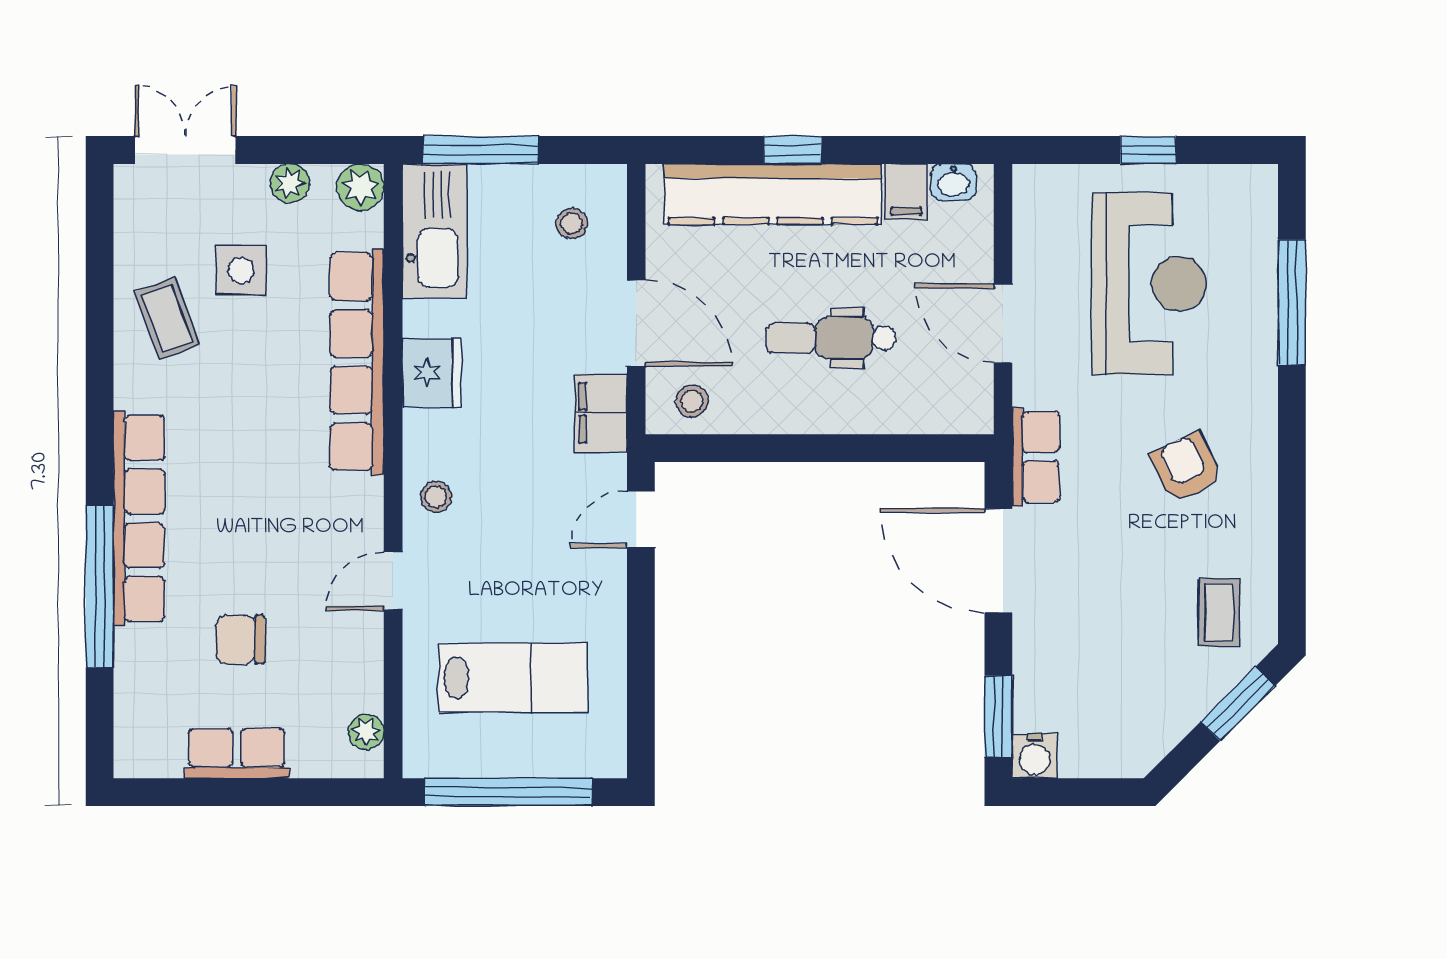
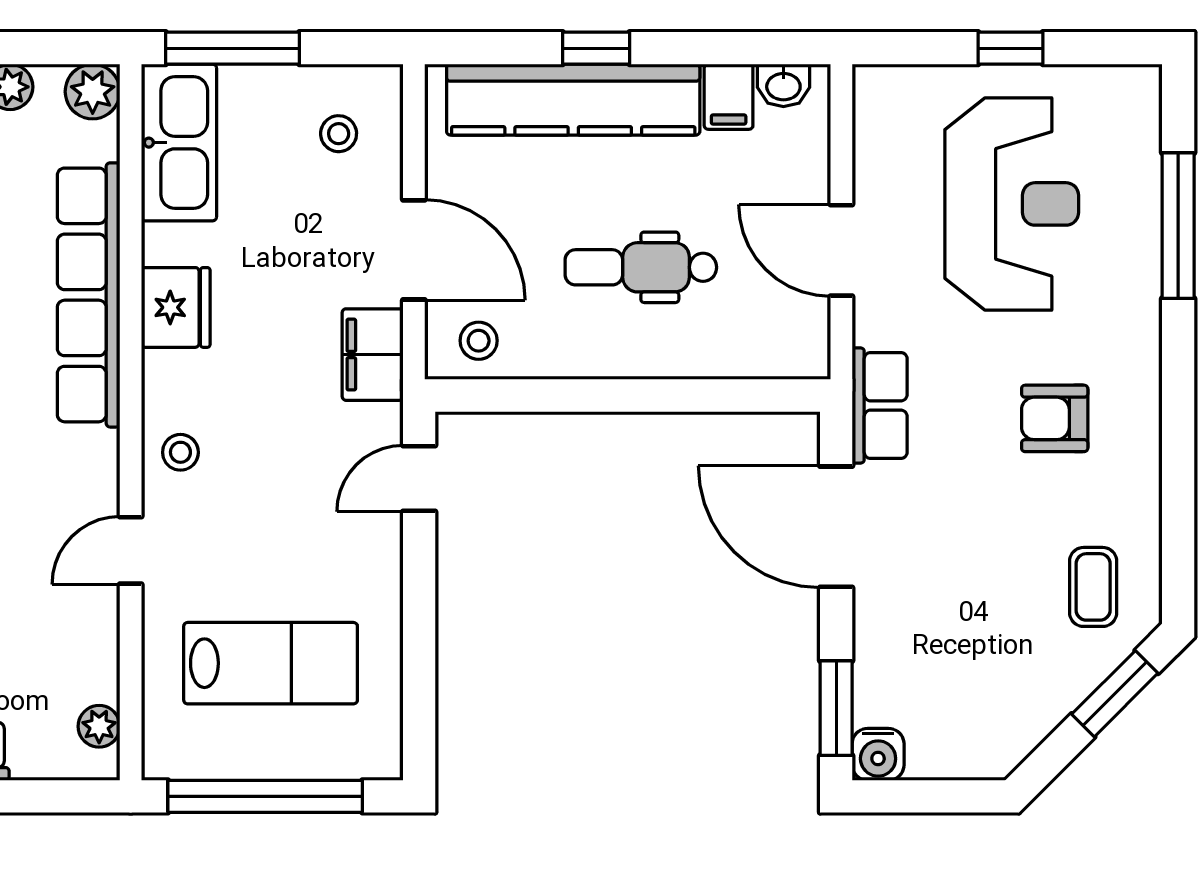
armchair: (1186, 468) -> (1055, 418), turned -65

